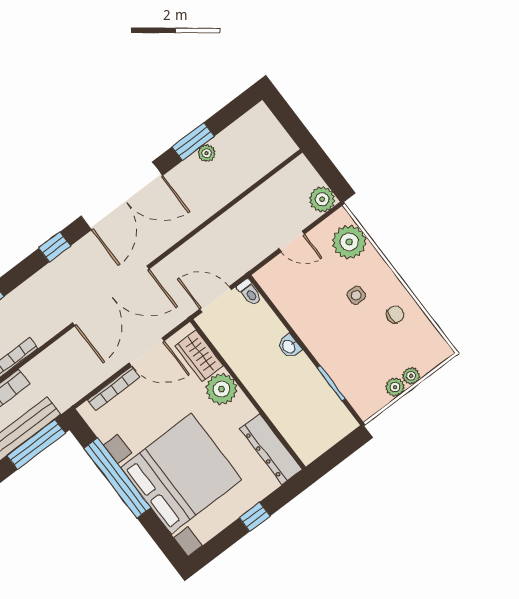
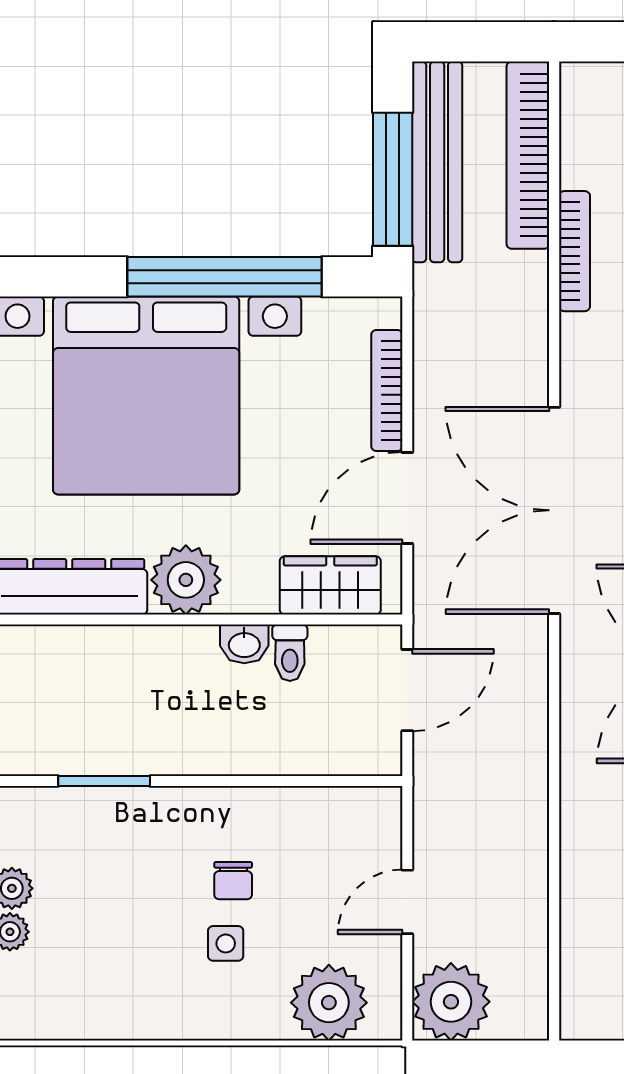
plant: (322, 199) -> (451, 1002), width x1.36, depth x1.36
toilet: (249, 293) -> (290, 653), moved, turned -90
chair: (395, 315) -> (233, 881), moved
washbasin: (289, 346) -> (244, 644), moved, turned 180
plant: (221, 389) -> (186, 580), moved

